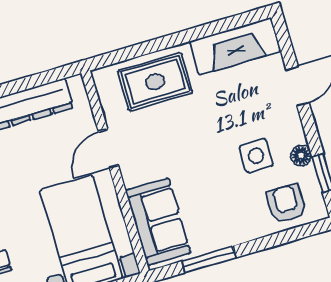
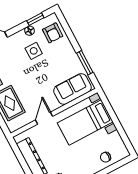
door: (108, 149) -> (44, 118), swing flipped
armchair: (286, 204) -> (53, 33), turned -89

